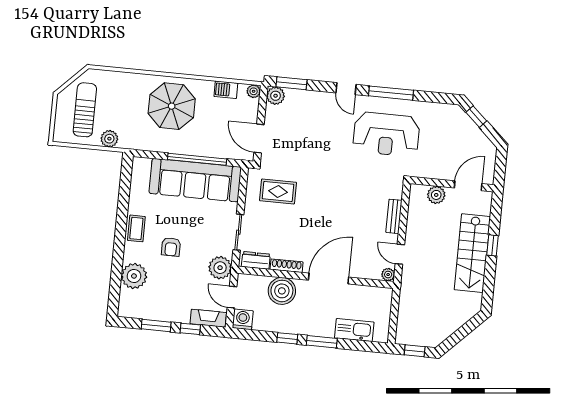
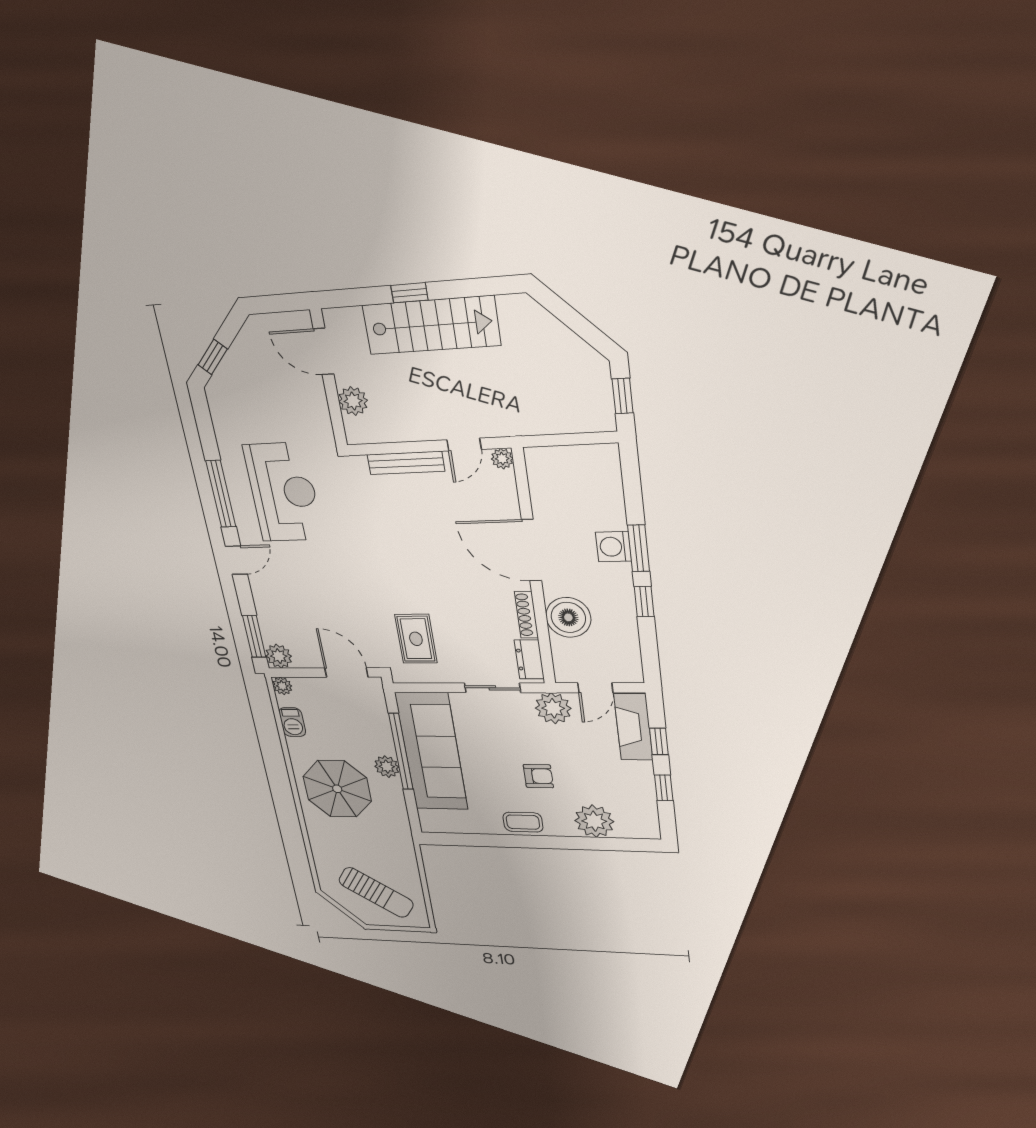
sun lounger: (85, 110) -> (376, 892), turned -146
door: (259, 138) -> (346, 672), swing flipped
plant: (109, 139) -> (387, 767), moved
bench: (394, 216) -> (406, 463), width x1.36
fireplace: (208, 318) -> (633, 727), width x1.37, depth x1.32
washing machine: (243, 319) -> (613, 547), moved
window: (156, 325) -> (664, 788), width x0.67
kitchen sink: (354, 330) -> (608, 500), removed

